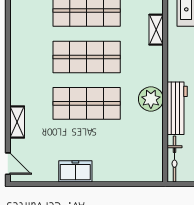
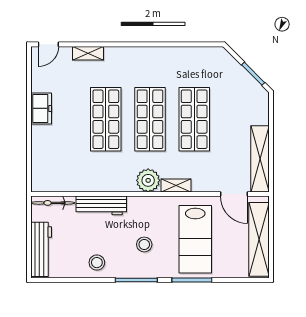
plant: (151, 99) -> (148, 180), moved

